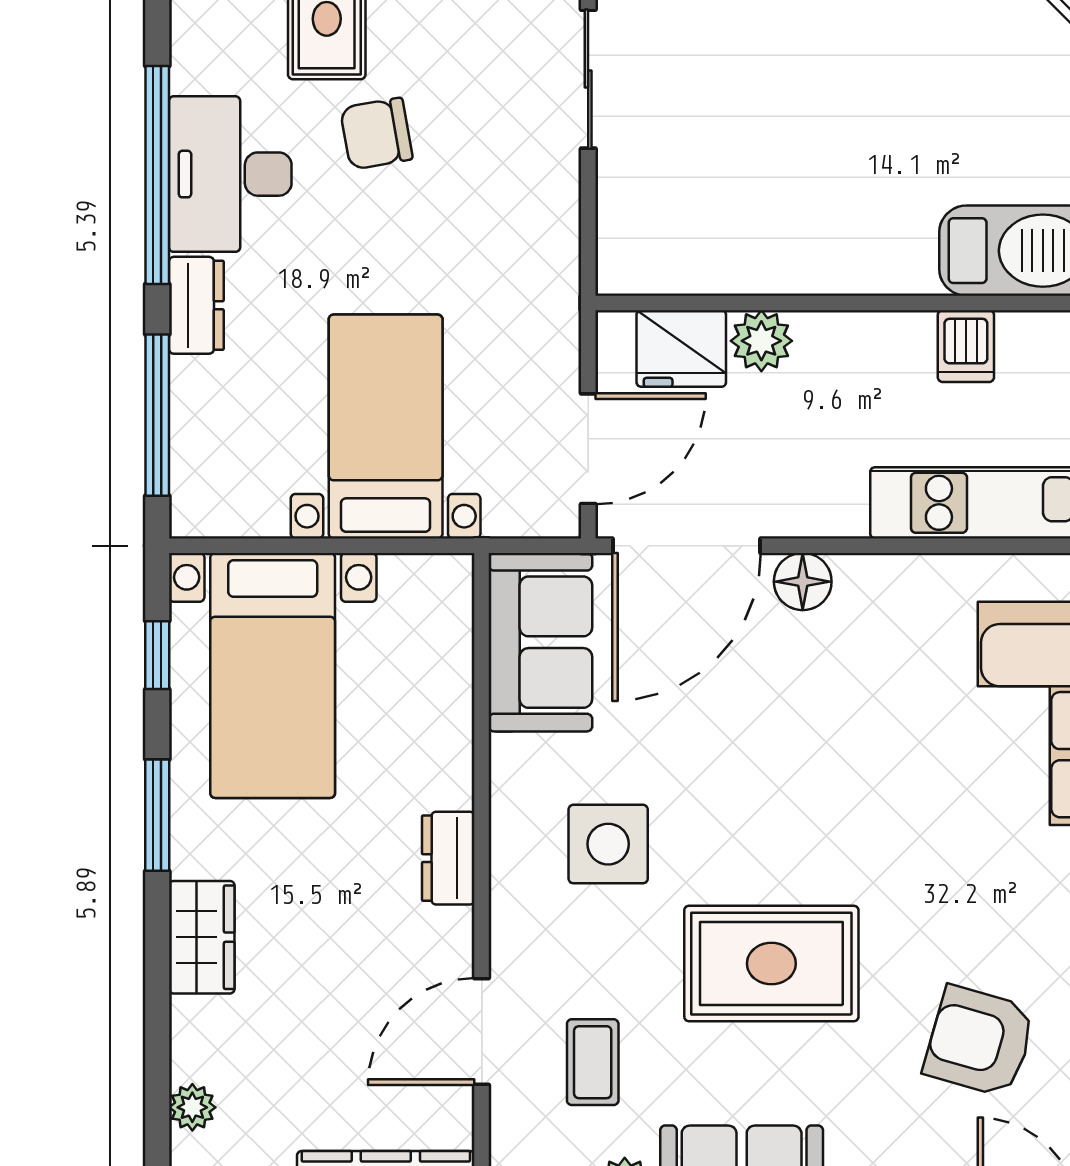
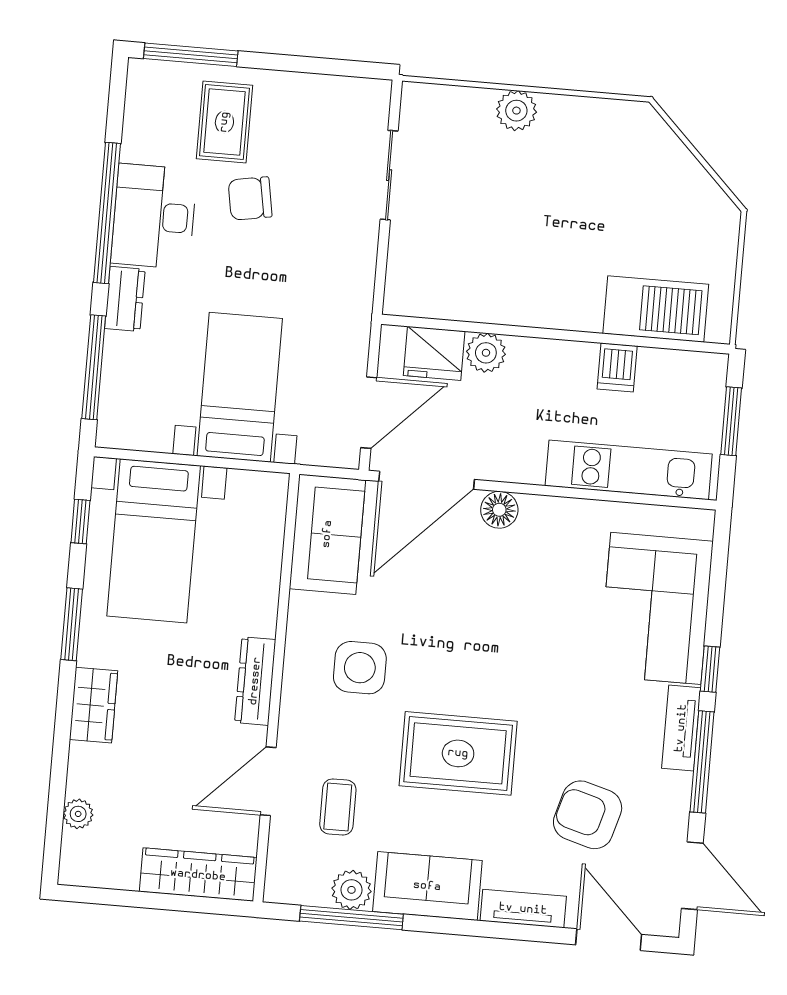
dresser: (448, 858) -> (255, 681), width x1.44

